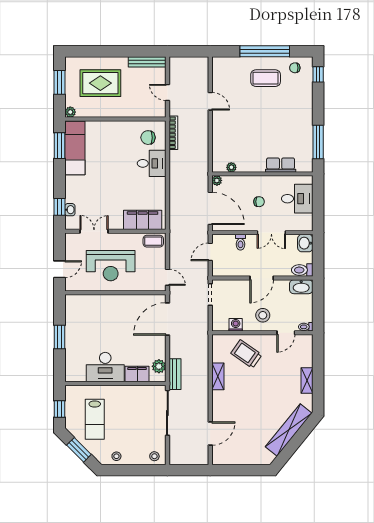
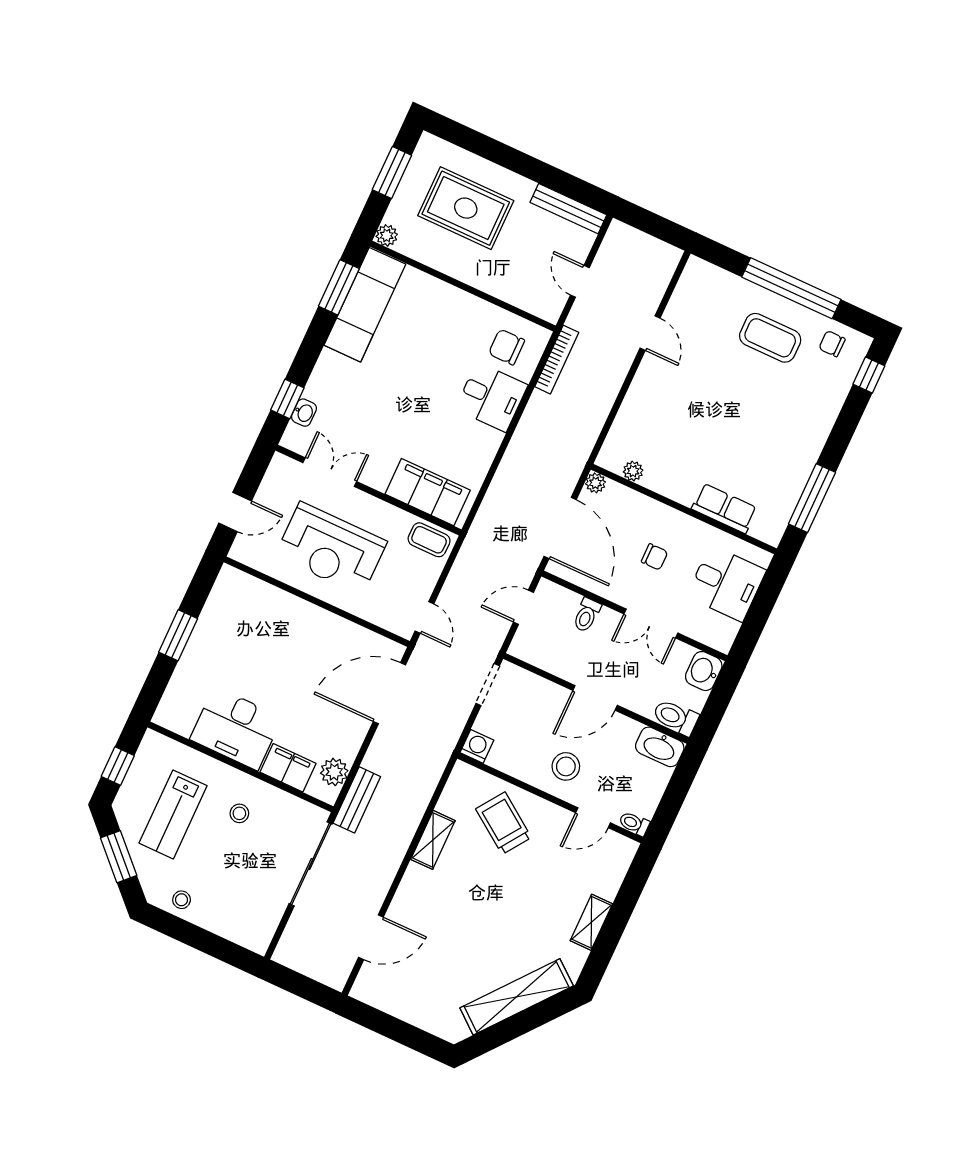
washing machine: (236, 325) -> (477, 746), moved
stool: (154, 456) -> (239, 813), moved

